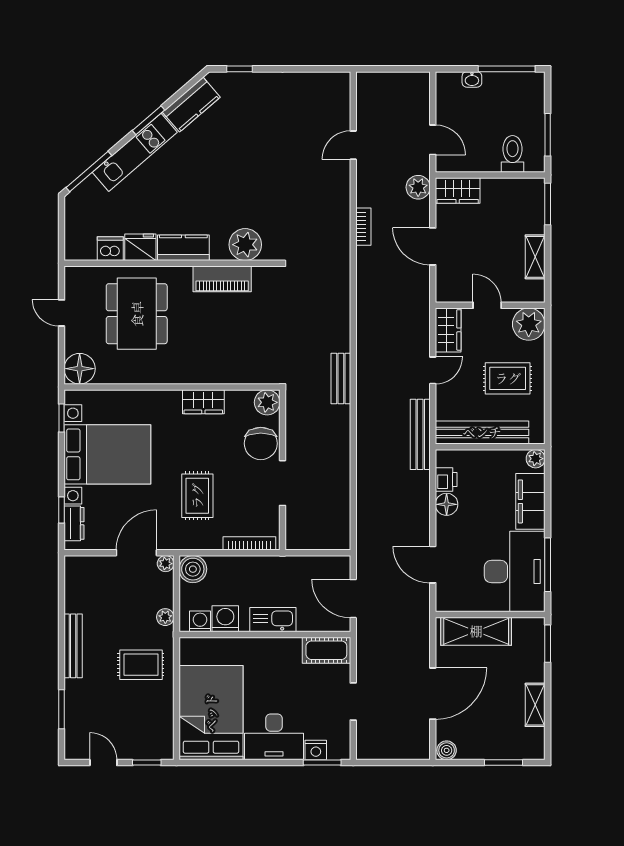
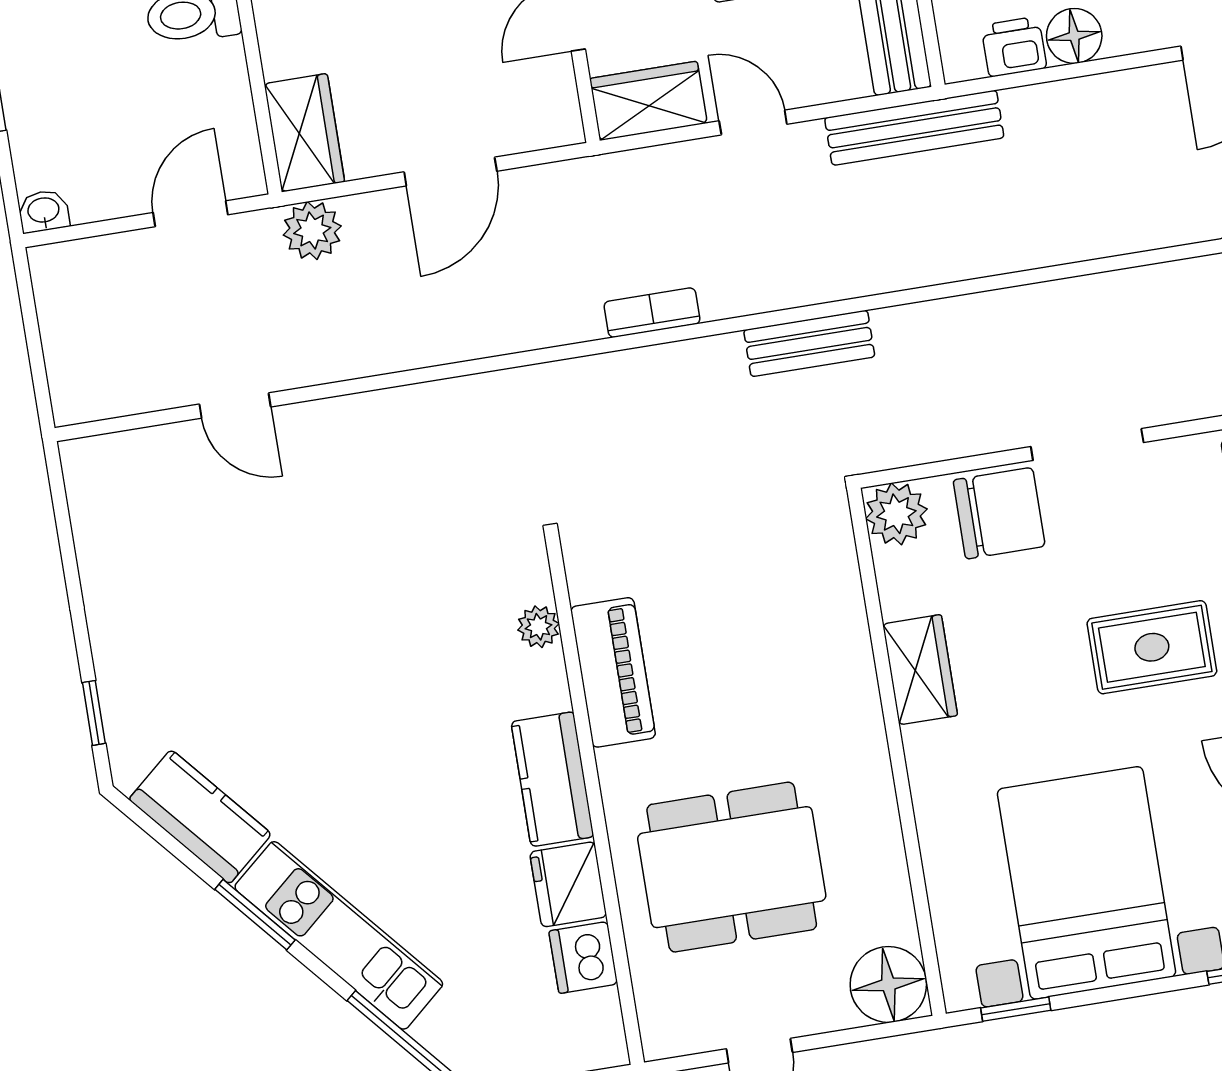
washbasin: (472, 79) -> (44, 211), moved, turned -90
bookcase: (363, 227) -> (652, 313), moved
plant: (245, 245) -> (538, 627), width x0.53, depth x0.53

